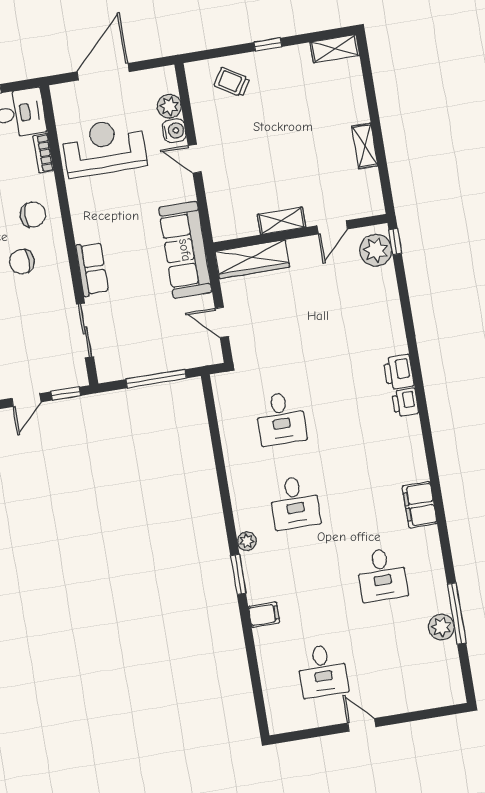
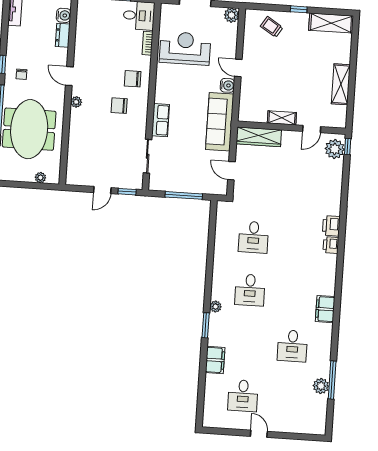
shelving: (335, 49) -> (331, 23), width x1.50, depth x1.33
plant: (169, 106) -> (232, 15), moved
water cooler: (174, 131) -> (227, 85), moved
shelving: (365, 146) -> (341, 84), width x1.50, depth x1.33
chair: (33, 214) -> (133, 79), turned 180
filing cabinet: (264, 615) -> (215, 360), width x2.00

